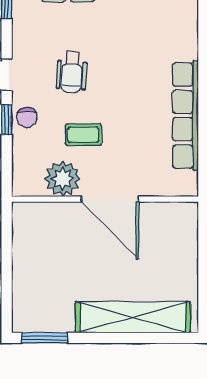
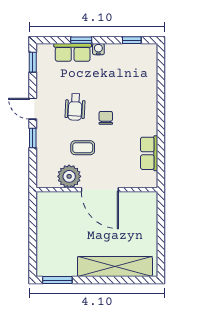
row of seats: (186, 116) -> (149, 153), width x0.50
chair: (27, 117) -> (106, 118), moved, turned 180

